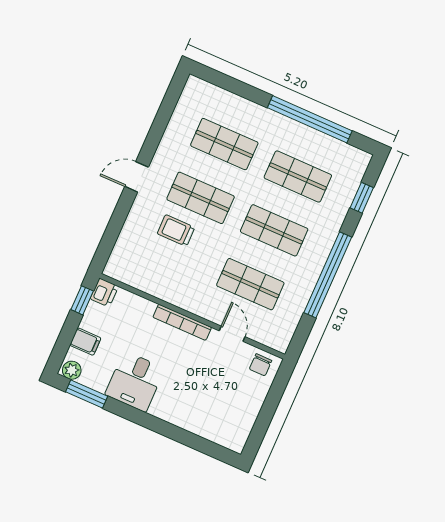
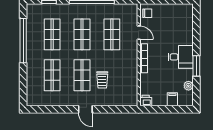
window: (82, 300) -> (154, 109), removed
door: (232, 334) -> (139, 33), swing flipped
plant: (72, 370) -> (188, 86), moved
desk: (135, 381) -> (181, 57), moved
window: (87, 394) -> (196, 66), moved

